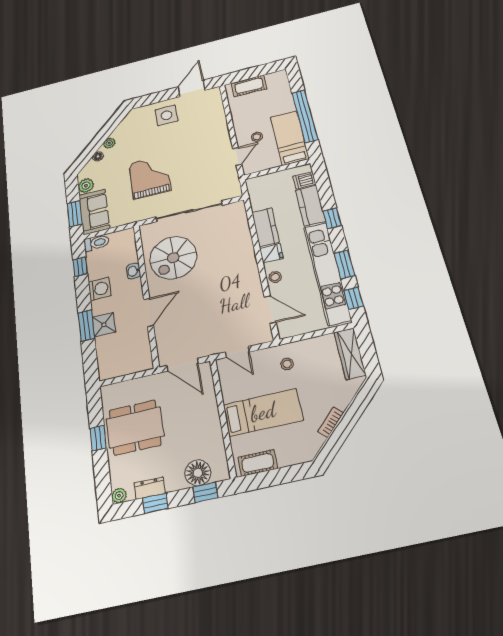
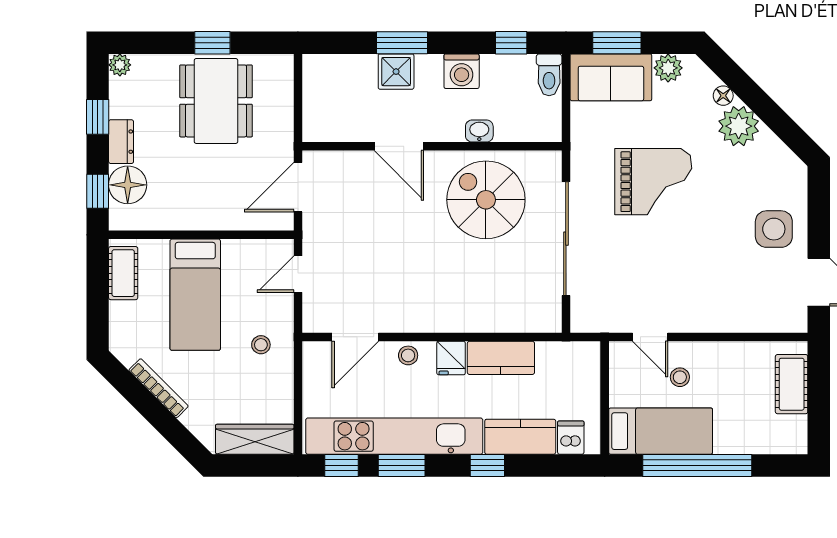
plant: (109, 143) -> (739, 126), width x1.88, depth x1.88
bookcase: (331, 422) -> (159, 388), width x1.56
dresser: (150, 488) -> (121, 142), moved

